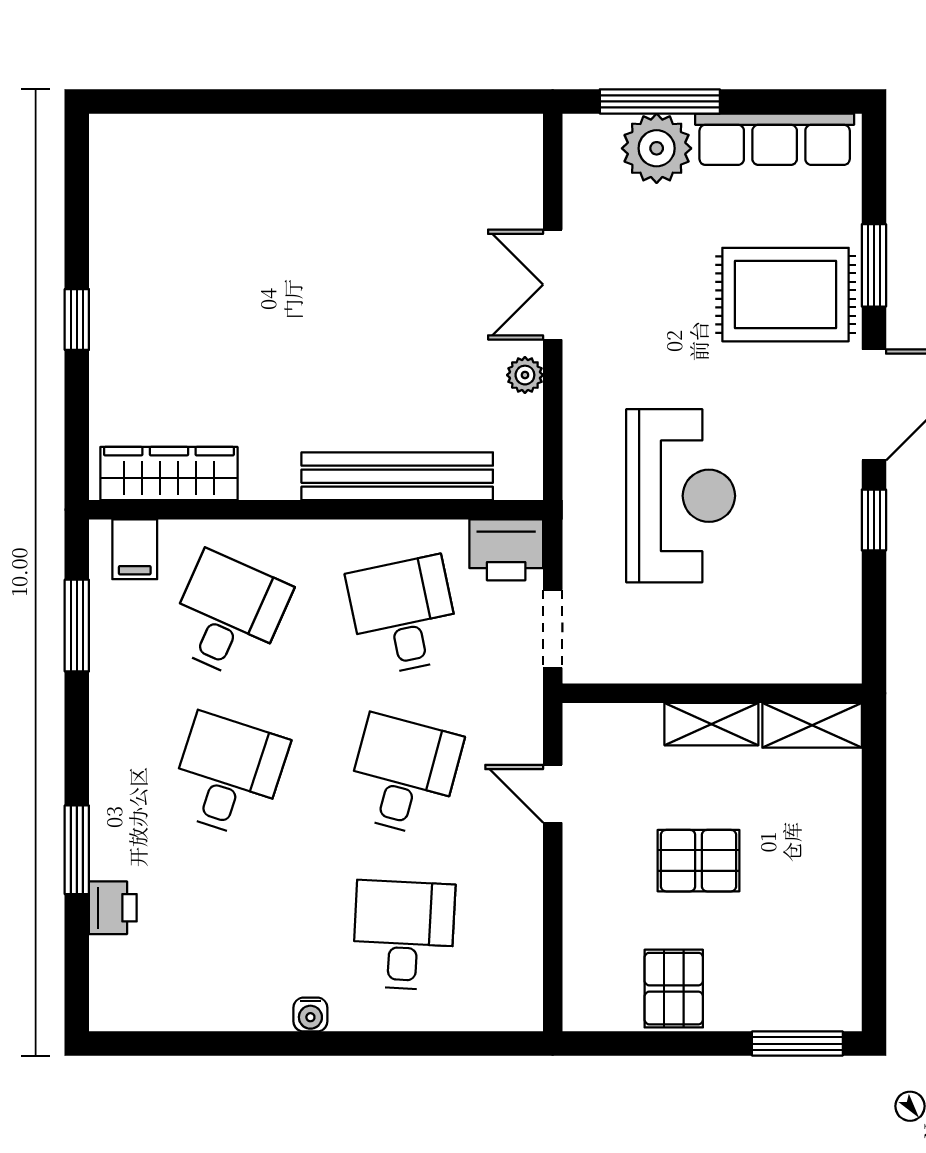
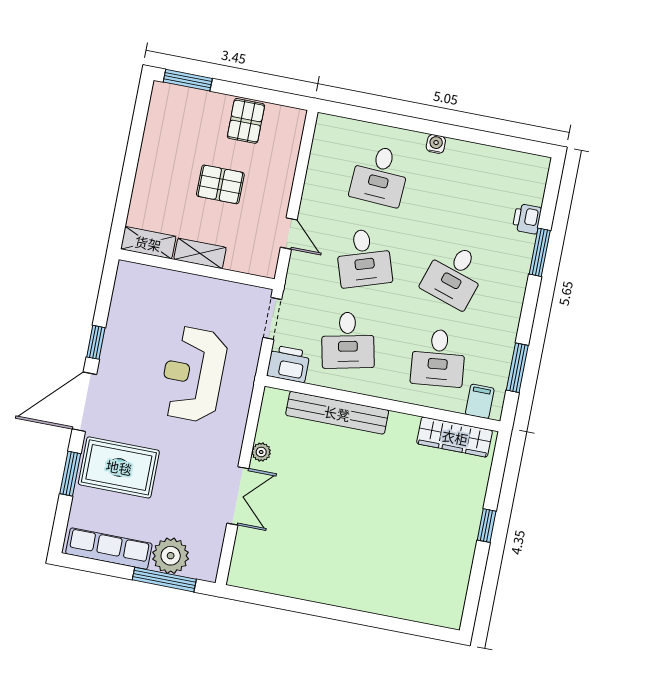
desk: (228, 616) -> (438, 358), turned -30
desk: (404, 775) -> (364, 258), turned -33

